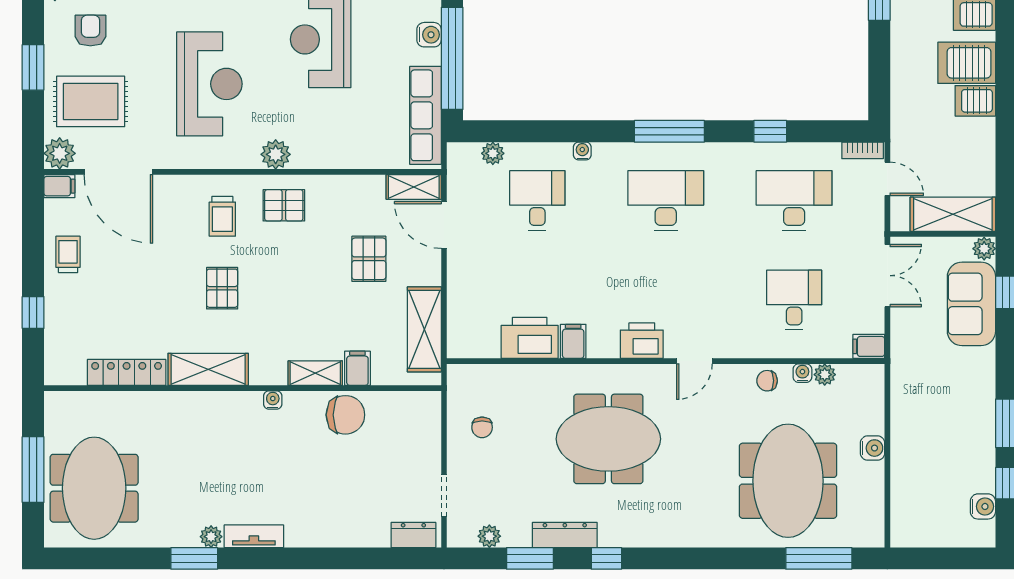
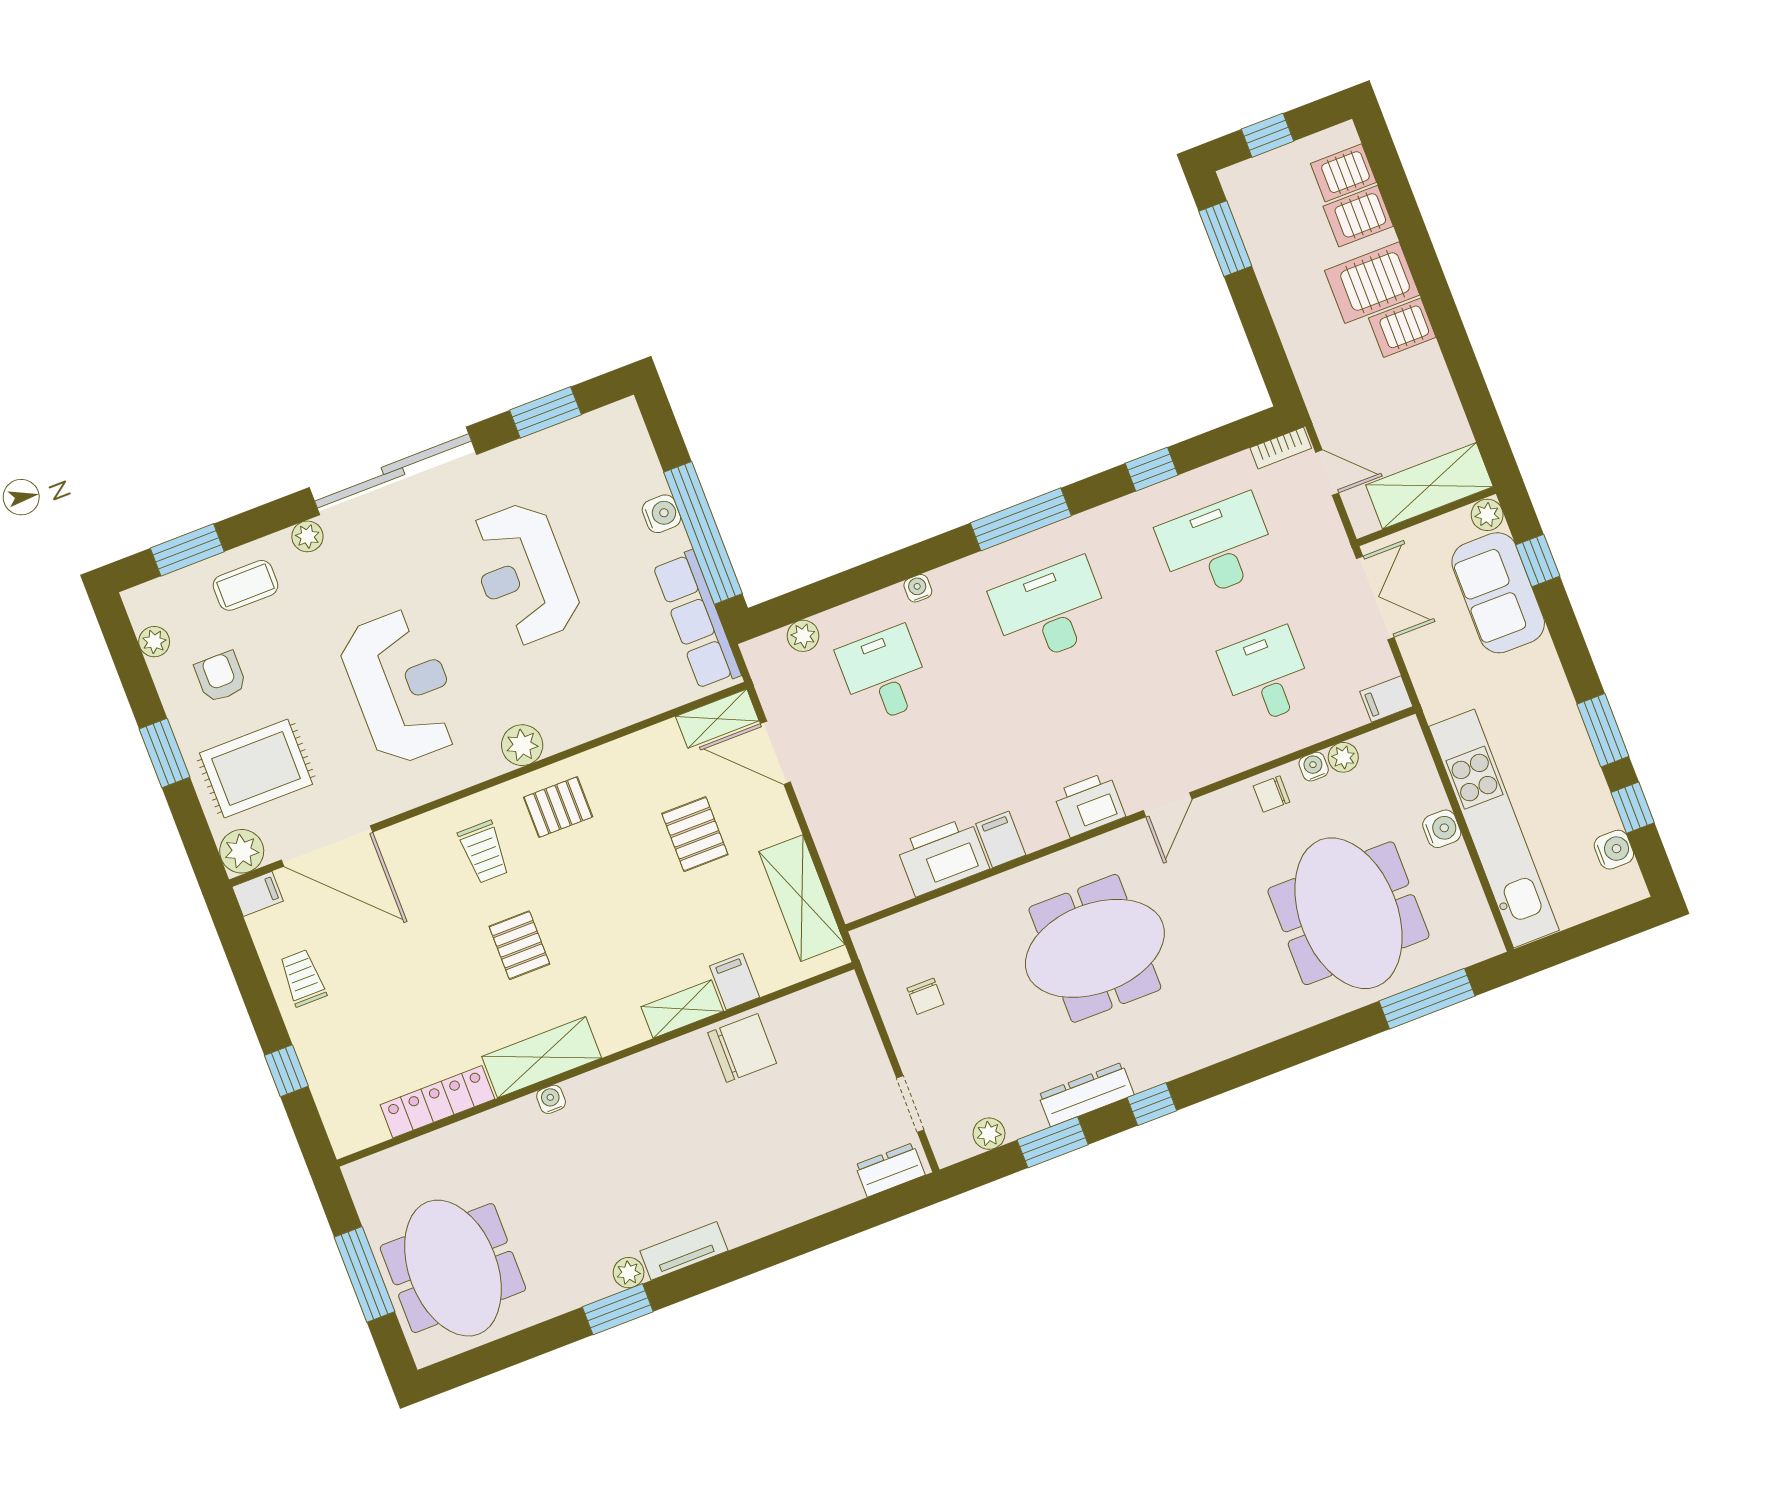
water cooler: (273, 400) -> (551, 1099), moved
kitchen unit: (908, 461) -> (1494, 828), added

